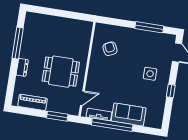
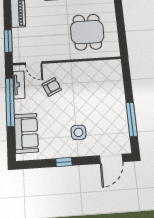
armchair: (110, 49) -> (52, 87), moved
dining table: (61, 72) -> (87, 32), moved
sofa: (129, 114) -> (26, 133), moved

